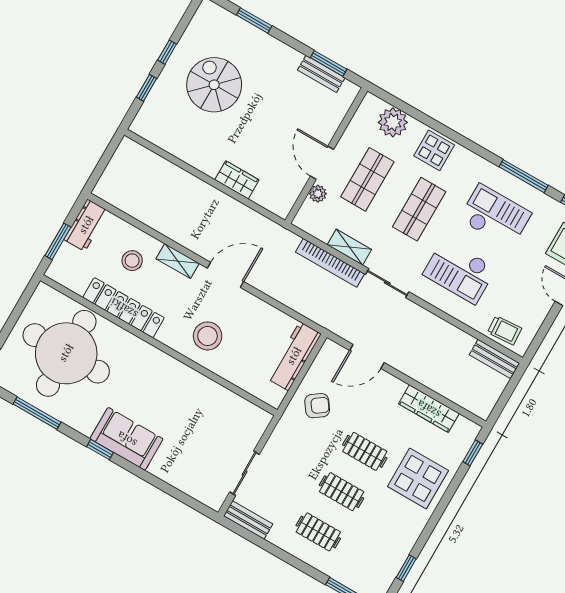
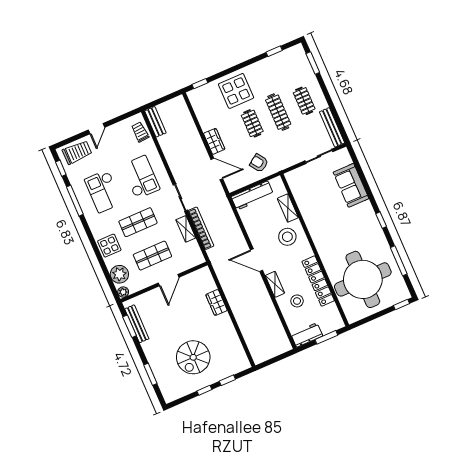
bench: (321, 74) -> (137, 324), width x1.36
plant: (318, 194) -> (123, 292), moved
shelving: (235, 374) -> (288, 208), added
wardrobe: (429, 409) -> (214, 141), moved, width x0.67
sofa: (127, 439) -> (351, 185), moved
clothes rail: (341, 492) -> (278, 112), width x1.36
bench: (248, 520) -> (332, 127), width x1.36

